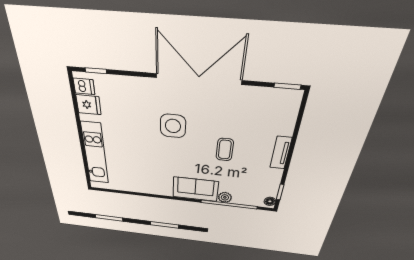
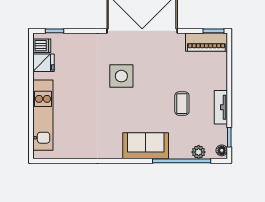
piano: (276, 99) -> (206, 42), added
coffee table: (225, 150) -> (182, 104), moved
tv unit: (281, 153) -> (221, 107), moved
plant: (225, 197) -> (199, 152), moved

